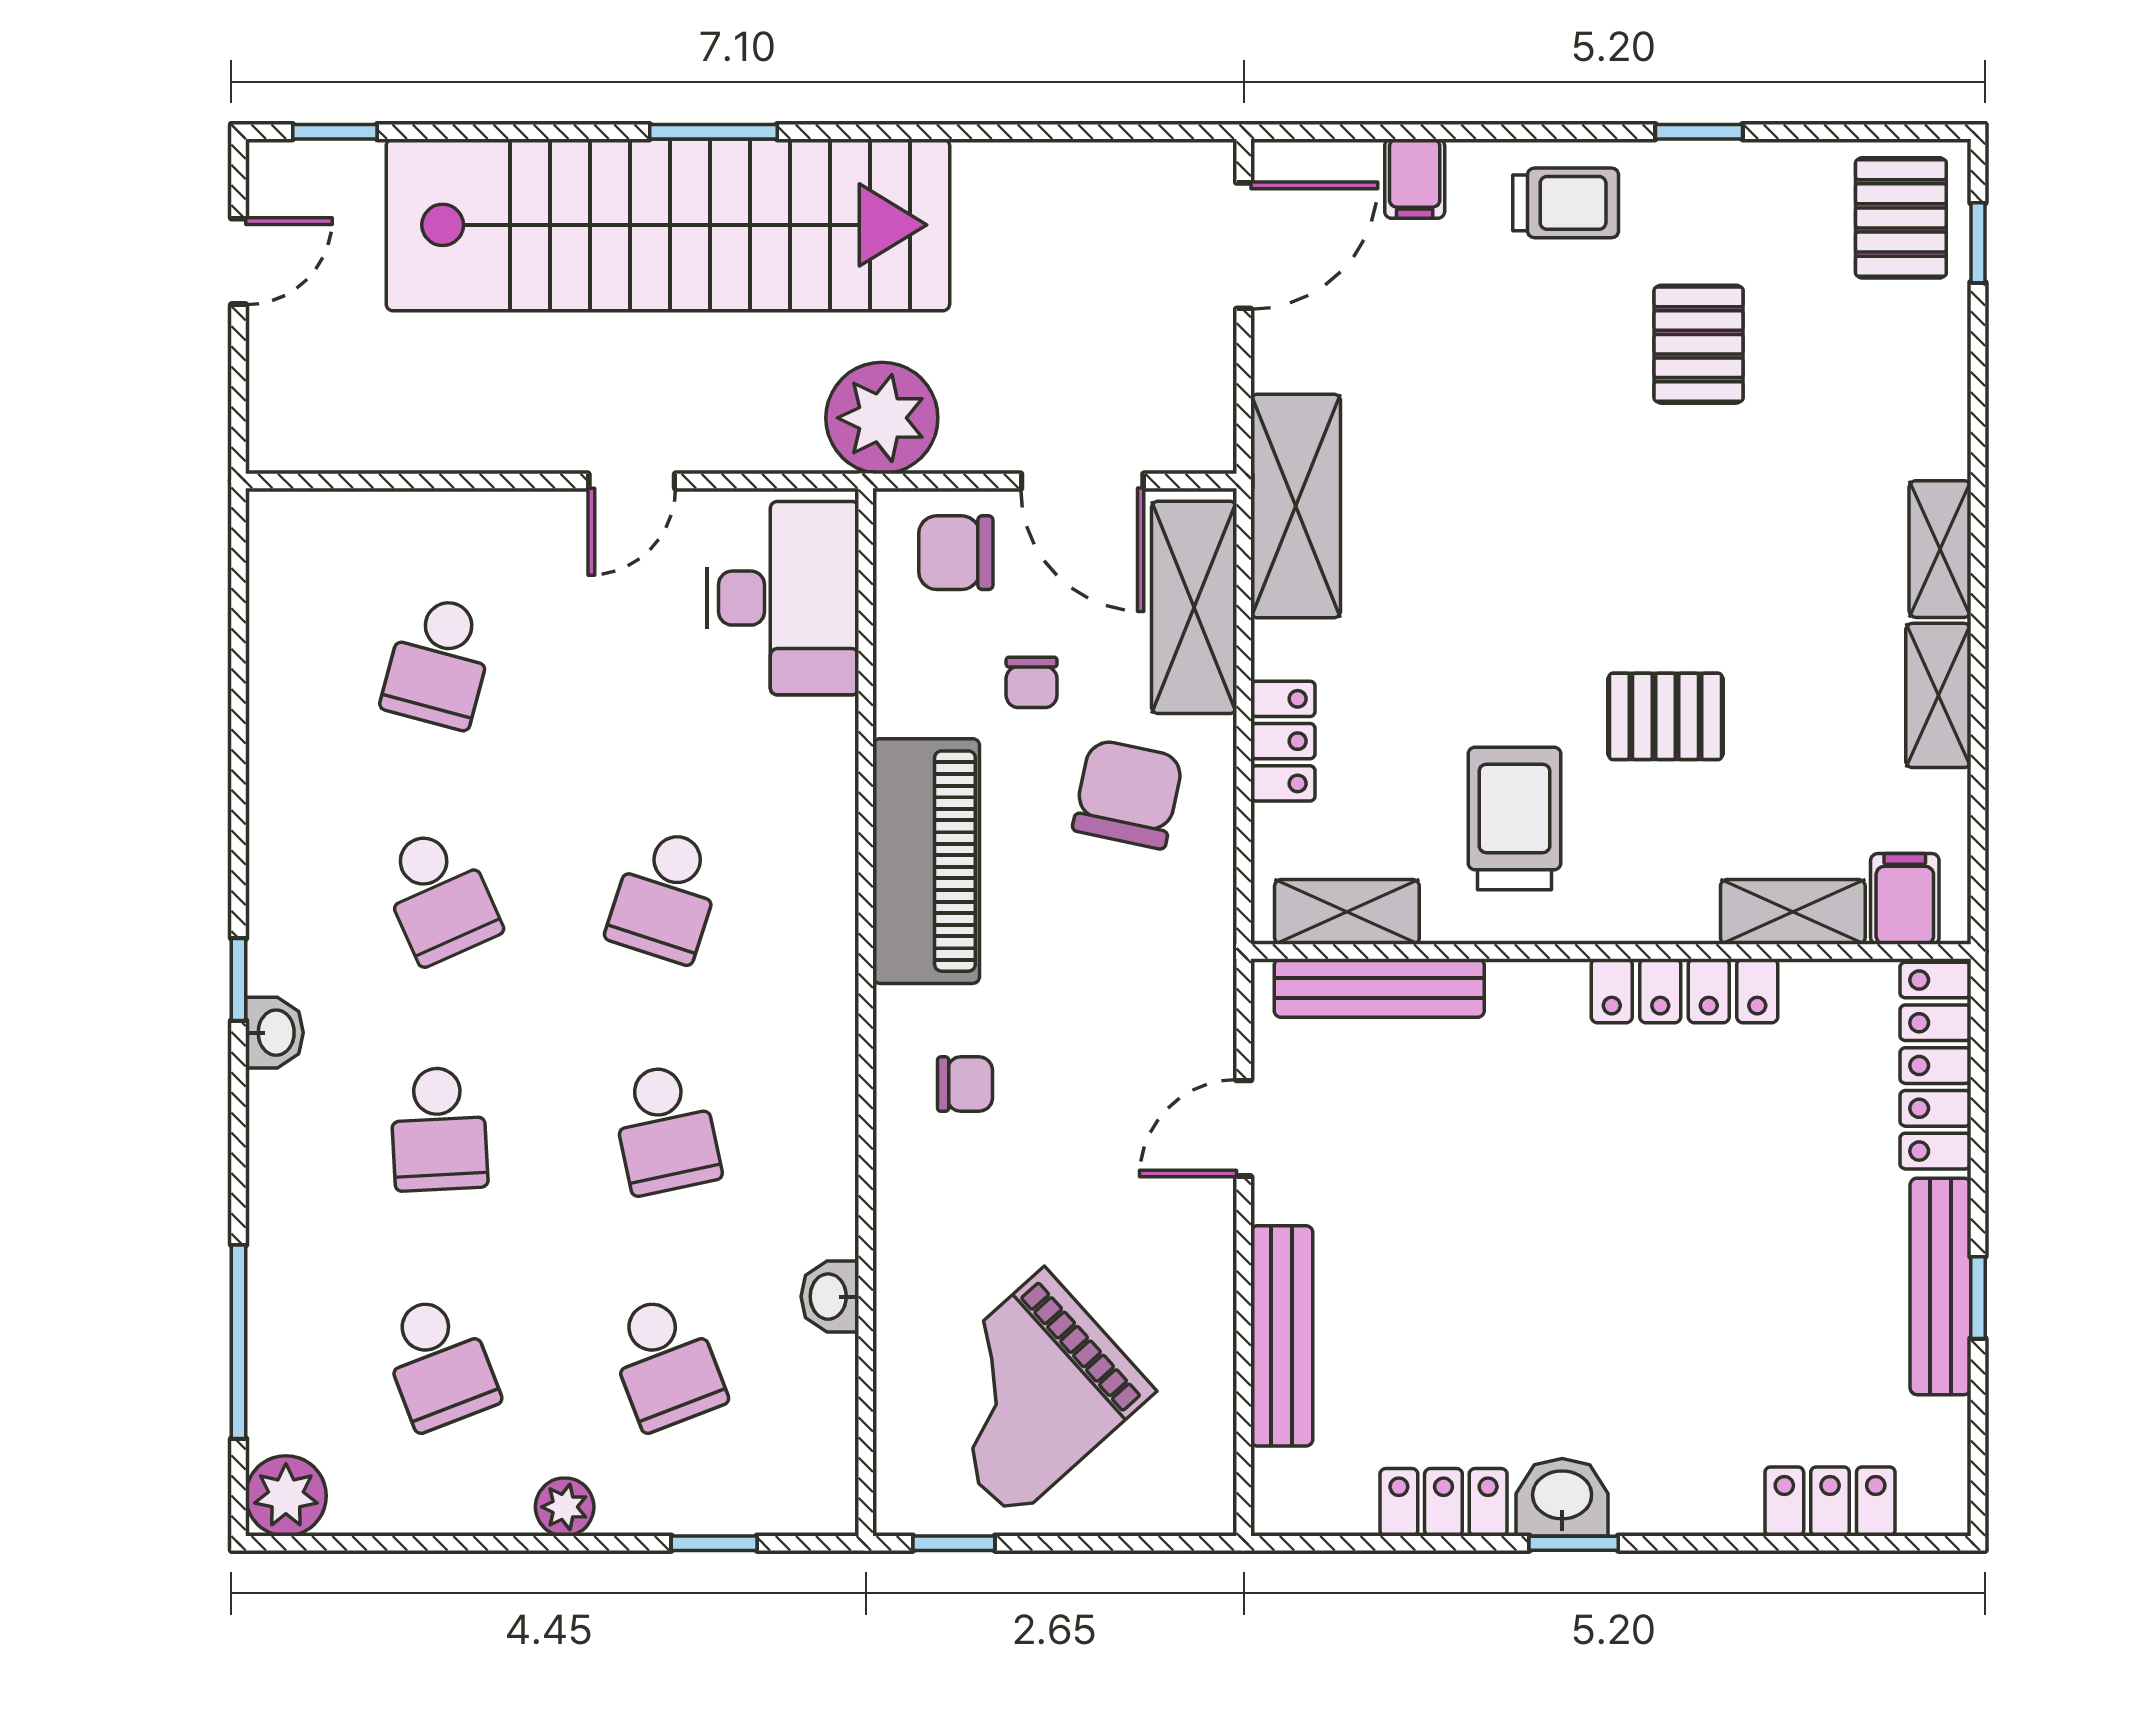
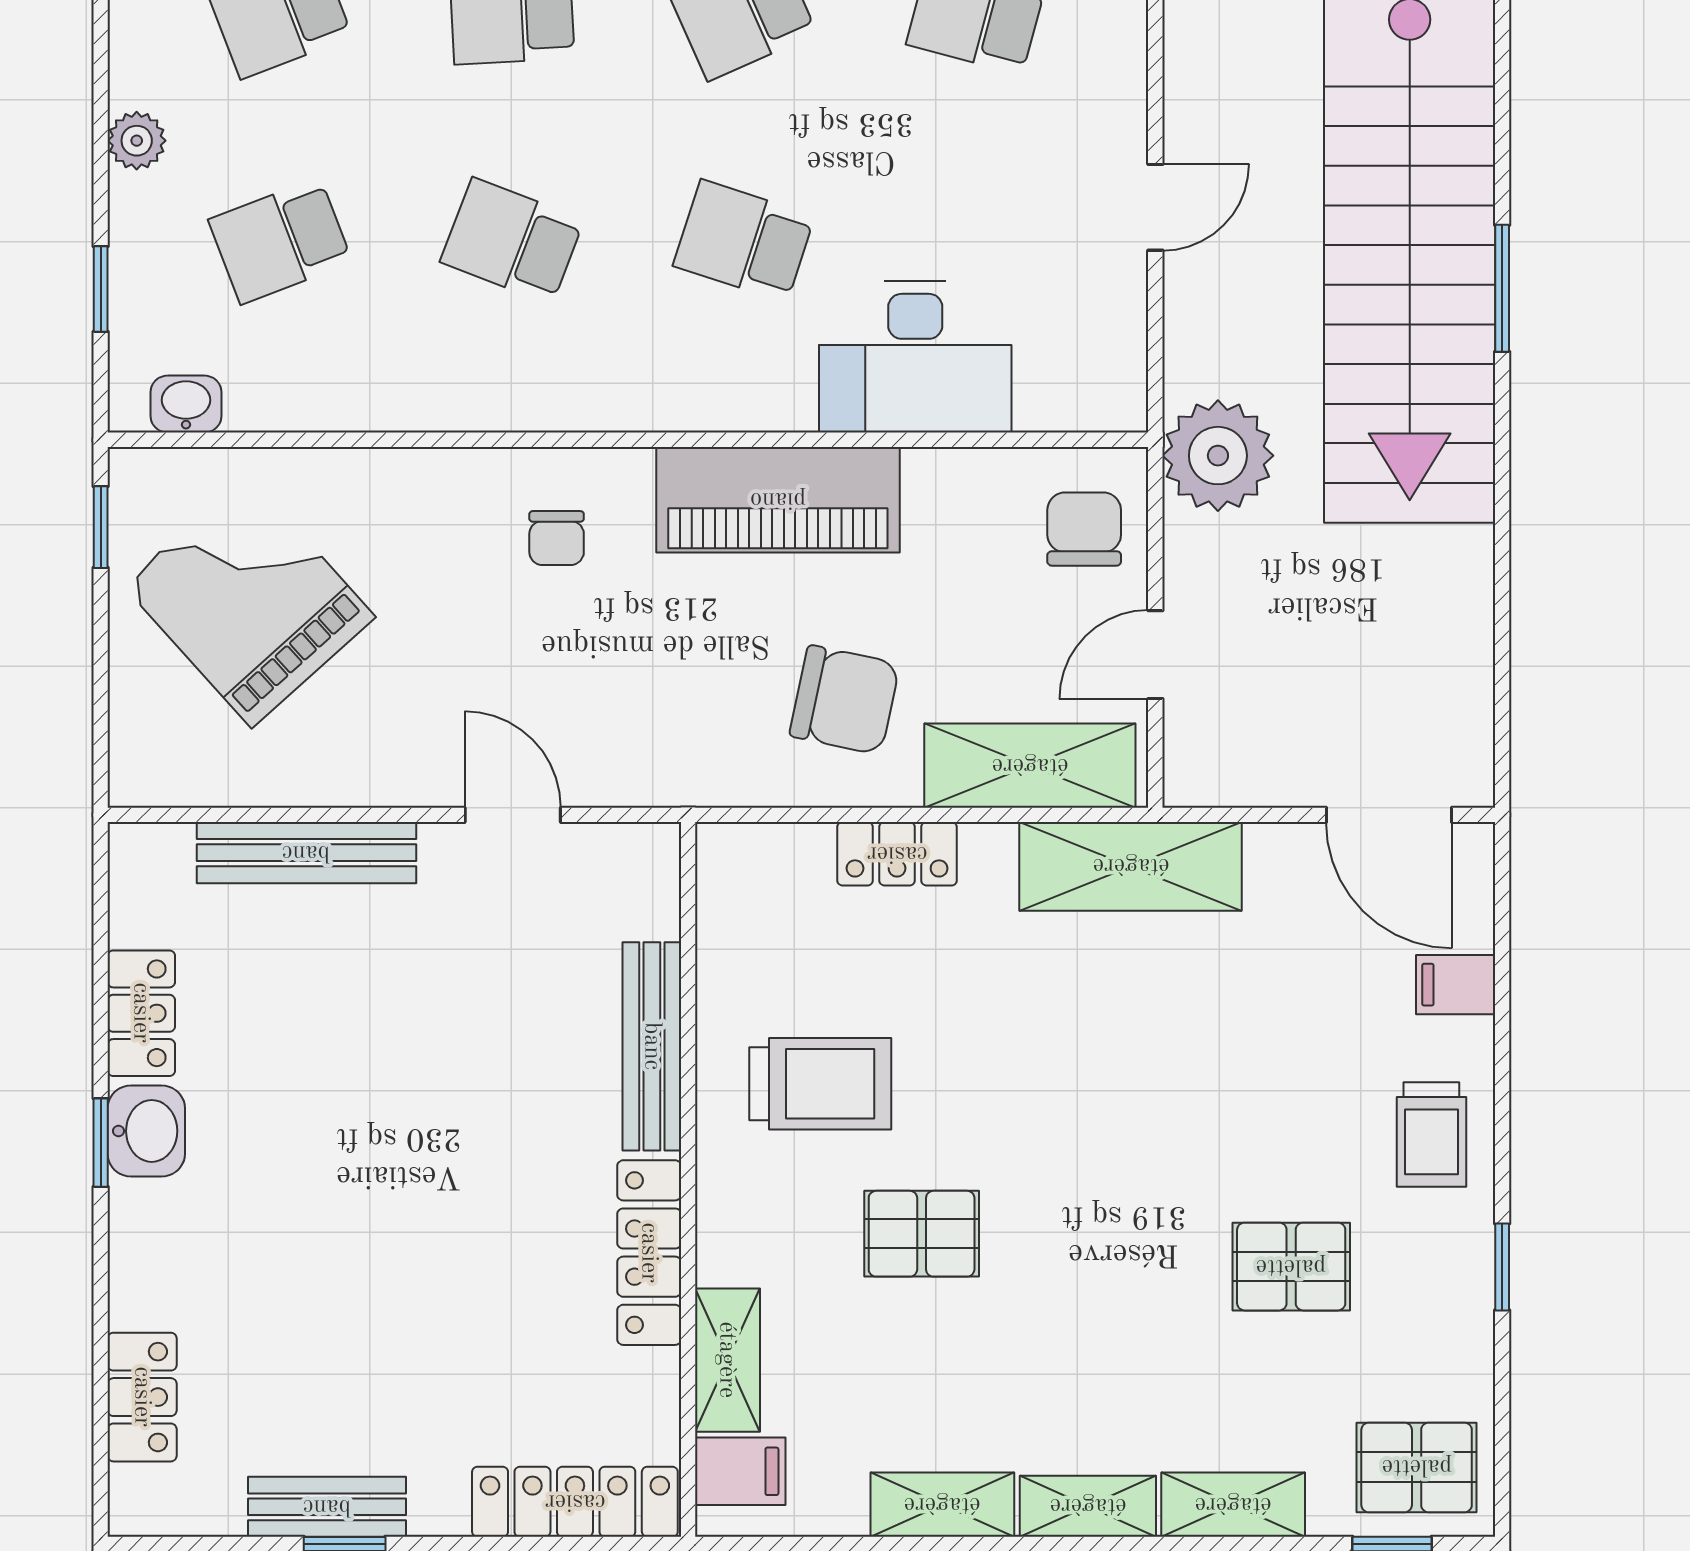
door: (632, 481) -> (1155, 207), swing flipped
door: (1082, 481) -> (1155, 655), width x0.73
desk: (783, 598) -> (915, 357), moved
chair: (1032, 682) -> (955, 604), removed
pallet: (1665, 716) -> (922, 1234), turned 90
shelving: (1347, 912) -> (1233, 1505), moved, turned 90
bench: (1379, 988) -> (652, 1046), moved
school desk: (666, 1129) -> (512, 241), turned 33
bench: (1941, 1286) -> (327, 1507), width x0.73
washbasin: (830, 1297) -> (186, 404), moved

